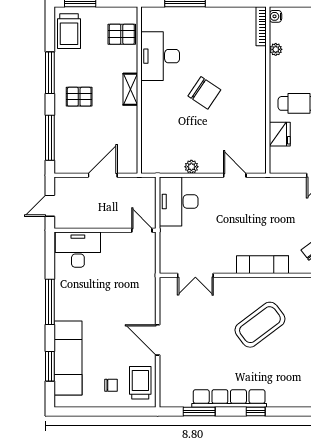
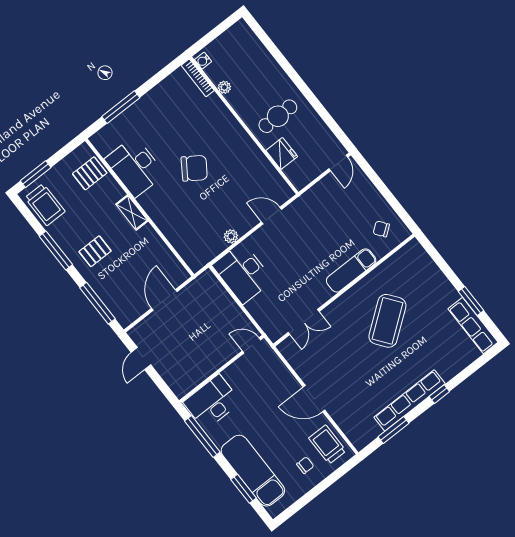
wall: (105, 230) -> (222, 369), moved
door: (142, 230) -> (252, 345), moved
desk: (78, 250) -> (212, 402), moved

